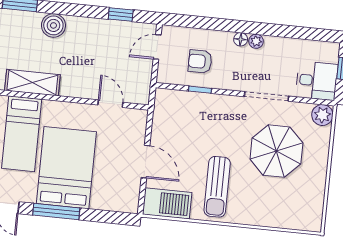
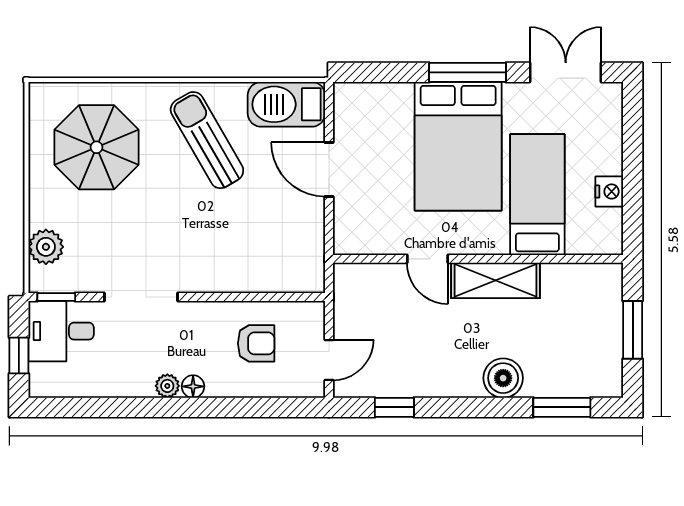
shelving: (32, 83) -> (496, 280), moved
window: (200, 90) -> (56, 297), moved
door: (110, 104) -> (428, 259), moved
plant: (322, 115) -> (46, 247), moved
parasol: (276, 151) -> (97, 147), moved
sun lounger: (217, 187) -> (207, 140), turned -30

